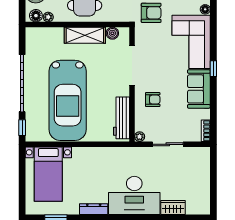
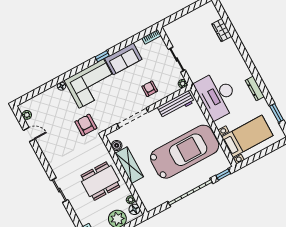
desk: (134, 195) -> (217, 95), moved, turned 180

